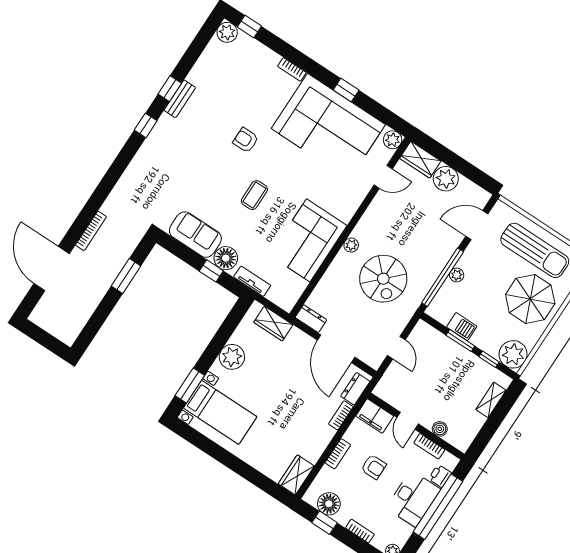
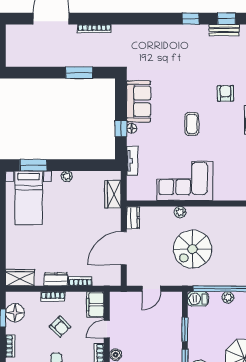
coffee table: (254, 195) -> (192, 124), turned 90
plant: (351, 245) -> (180, 212), moved
floor lamp: (226, 258) -> (132, 128), width x0.53, depth x0.53
barbecue: (462, 327) -> (198, 299), moved, turned 90
plant: (232, 357) -> (67, 176), width x0.53, depth x0.53
dresser: (355, 389) -> (56, 279), moved
armchair: (374, 467) -> (60, 327), turned -45

